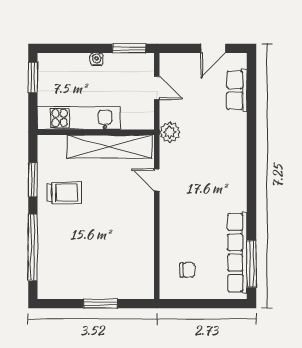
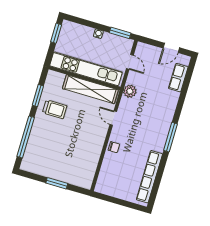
kitchen unit: (79, 118) -> (86, 69), width x1.36
window: (252, 264) -> (170, 137), moved
chair: (187, 270) -> (114, 147), moved

